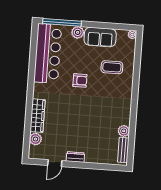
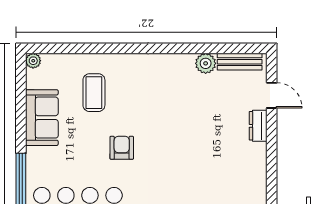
plant: (78, 32) -> (37, 158), removed
dresser: (75, 157) -> (258, 126), moved
door: (55, 163) -> (272, 95), moved

